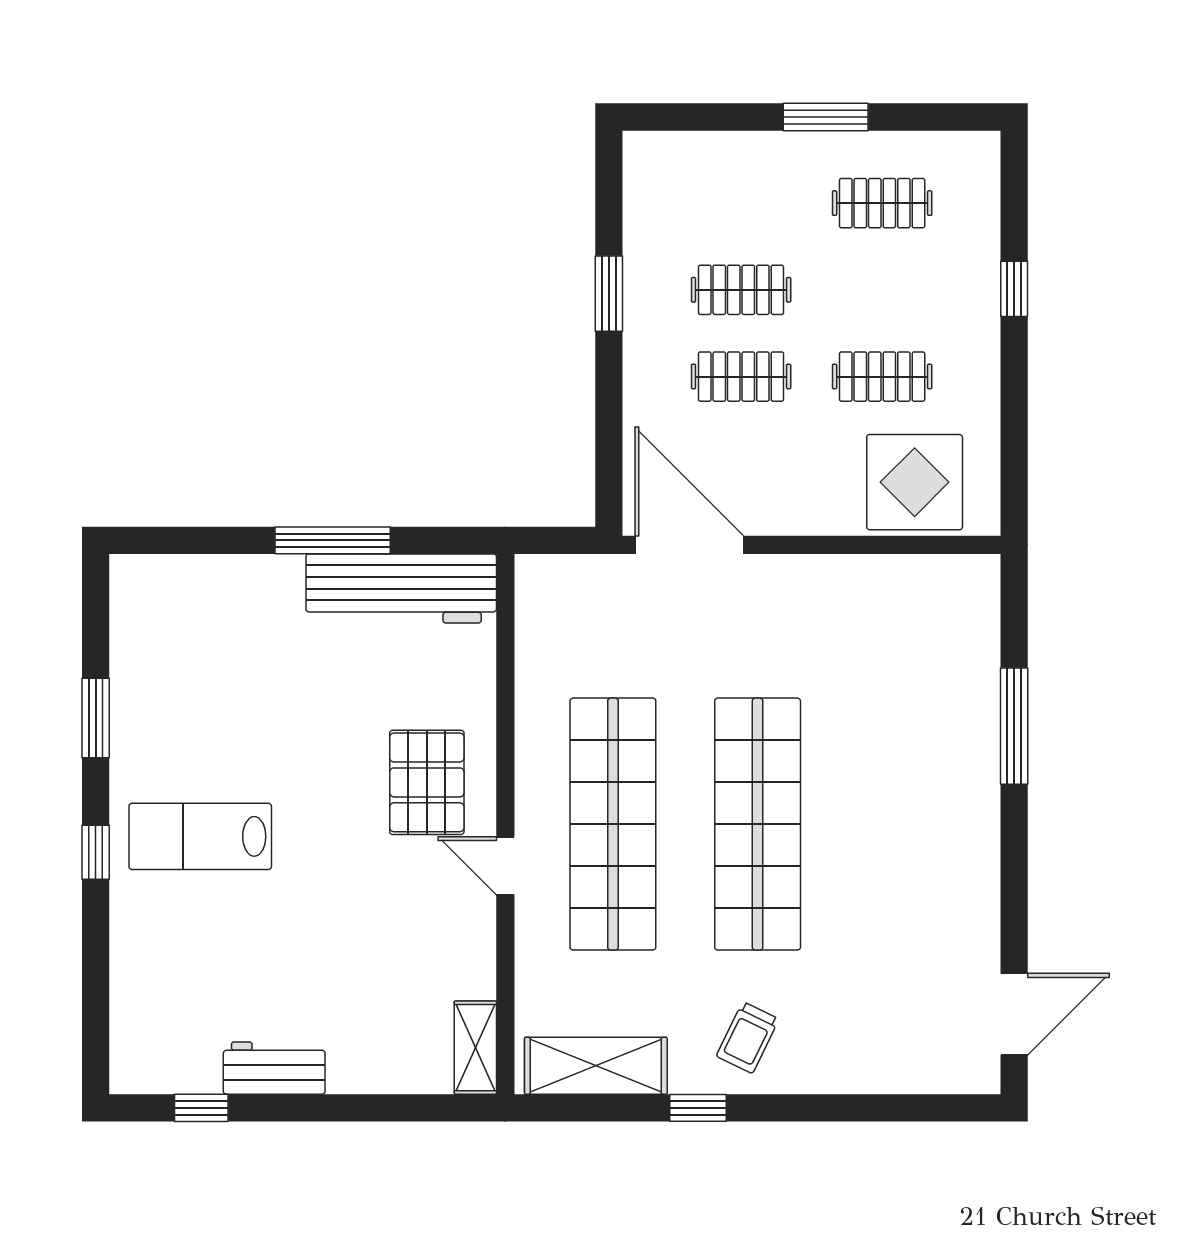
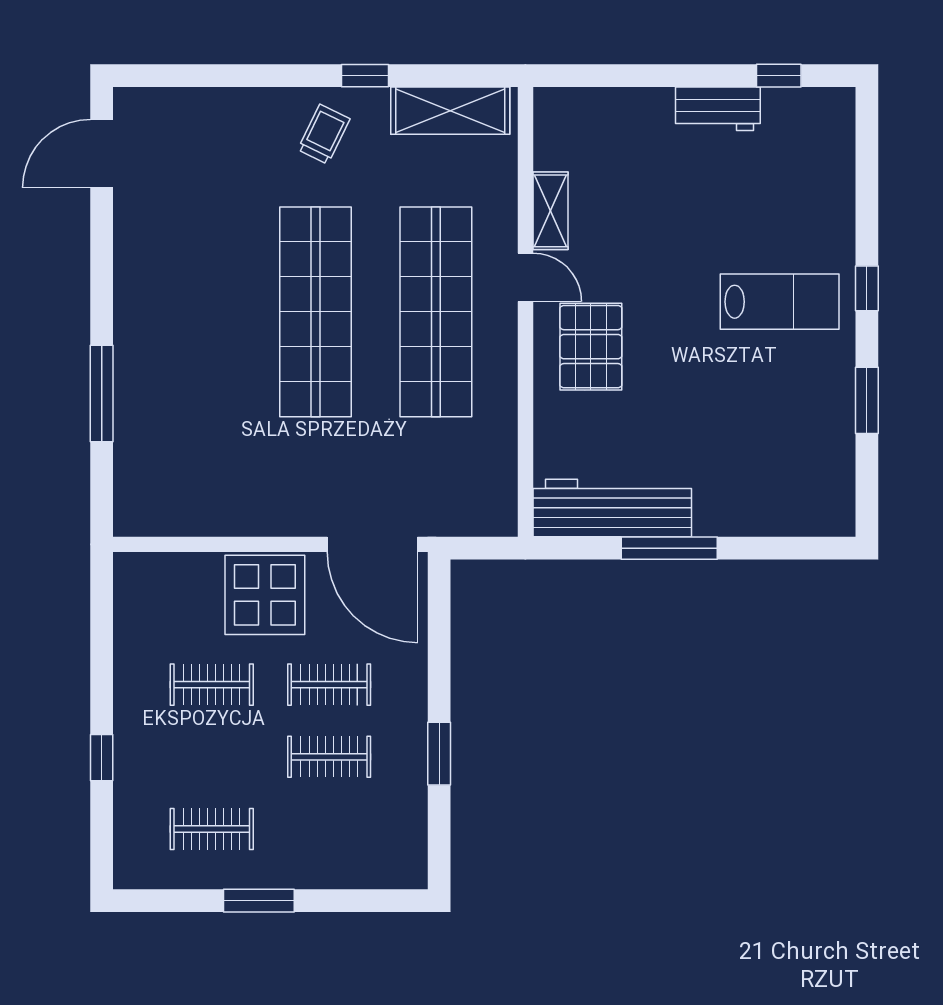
display table: (915, 482) -> (265, 595), moved
shelving: (475, 1048) -> (550, 211), moved

